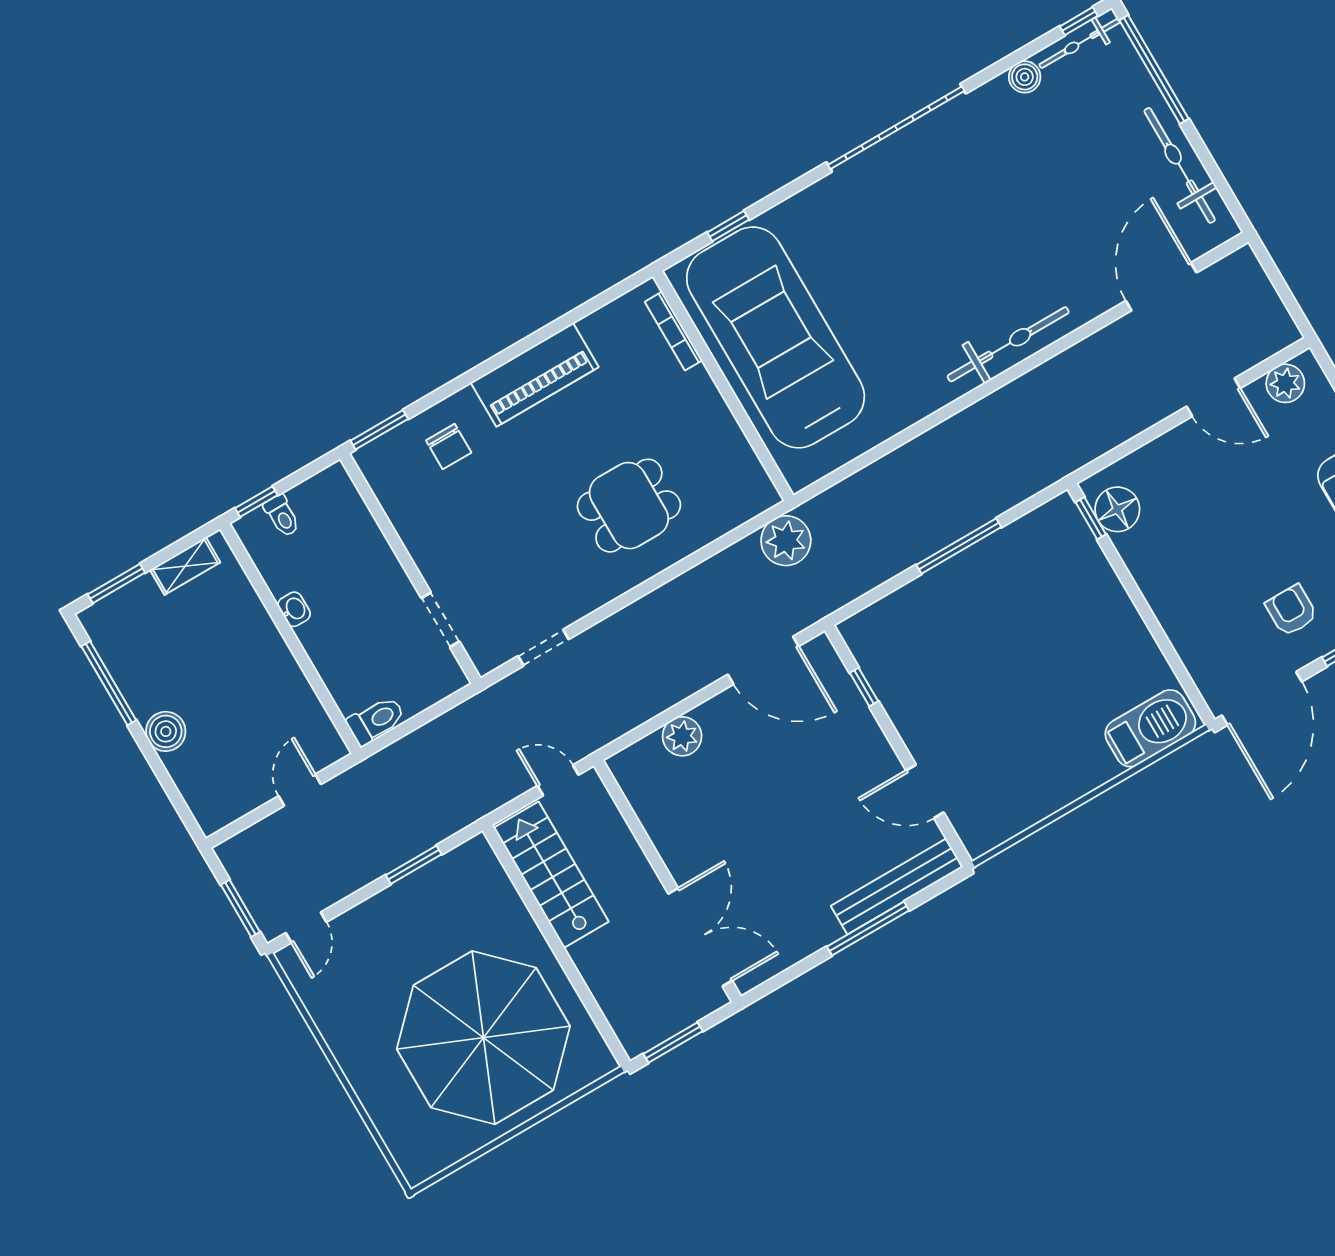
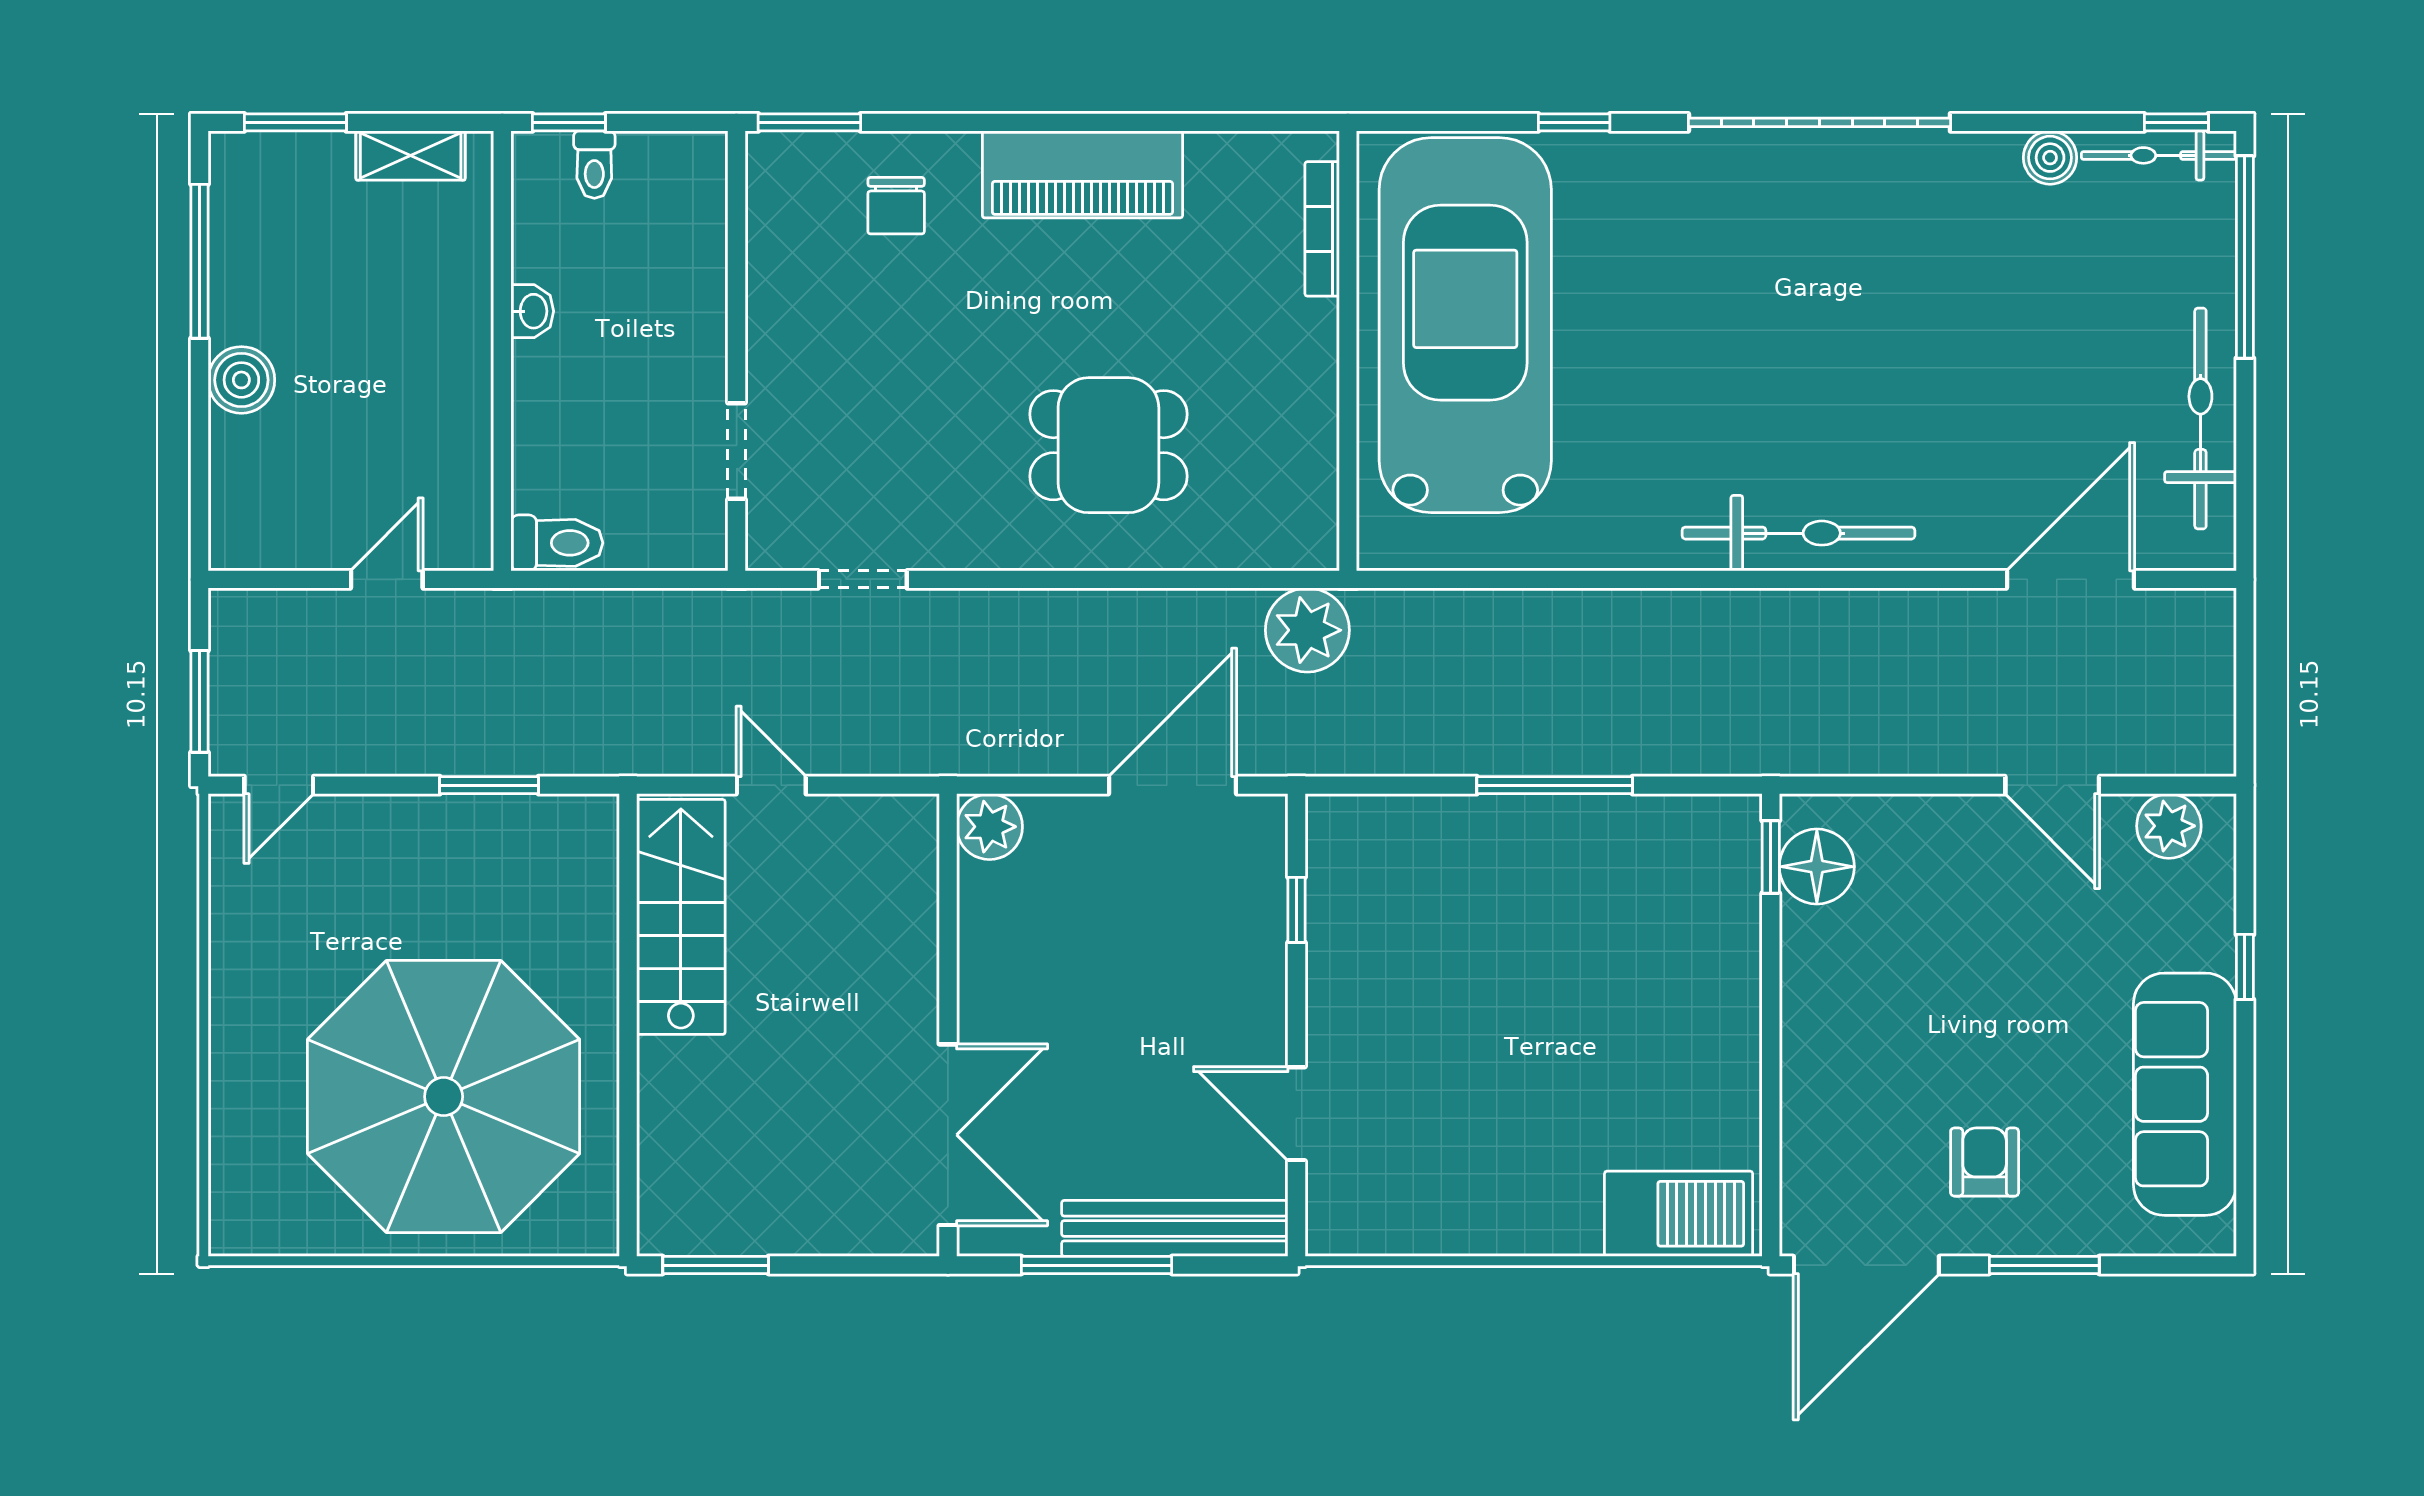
window: (728, 226) -> (1574, 122), moved
door: (763, 660) -> (1172, 785), swing flipped
wall: (668, 881) -> (948, 1025), moved
double door: (700, 937) -> (948, 1135), moved

